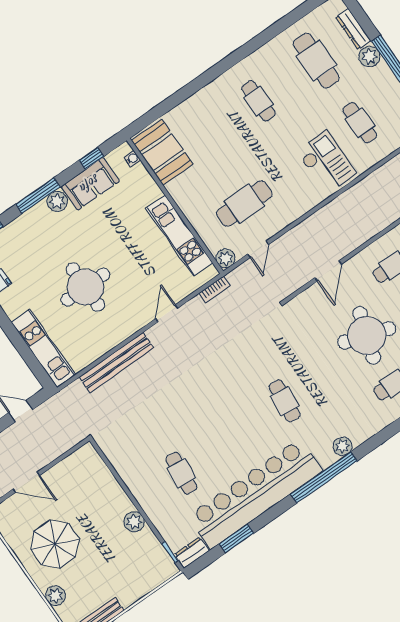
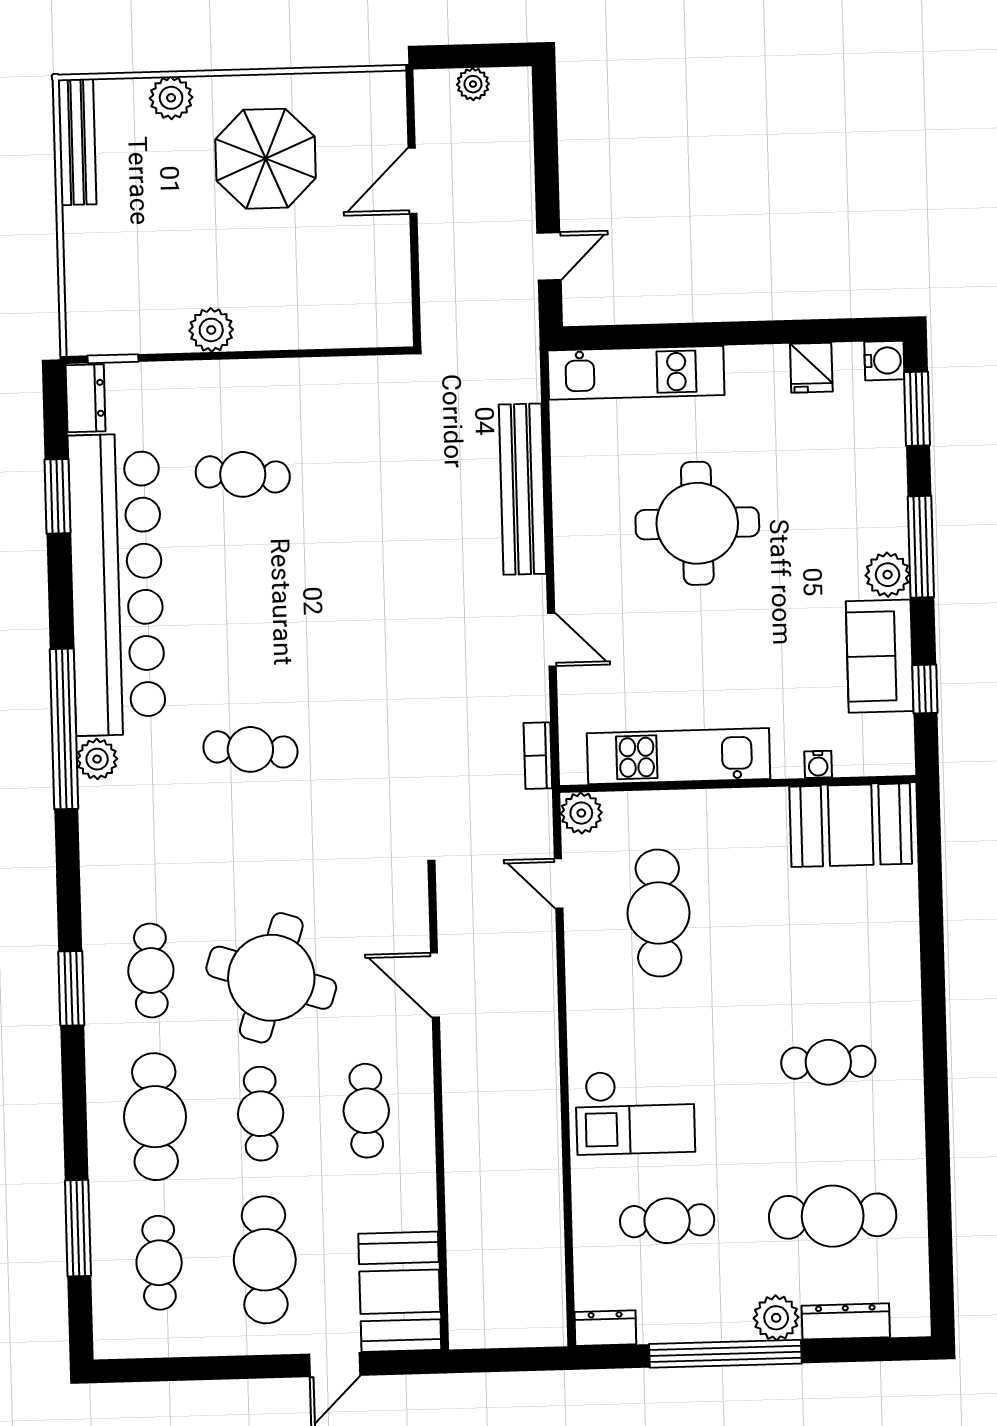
water cooler: (132, 159) -> (818, 764), moved
plant: (343, 446) -> (97, 759), moved

